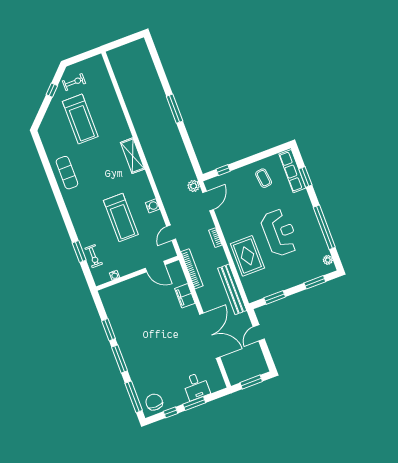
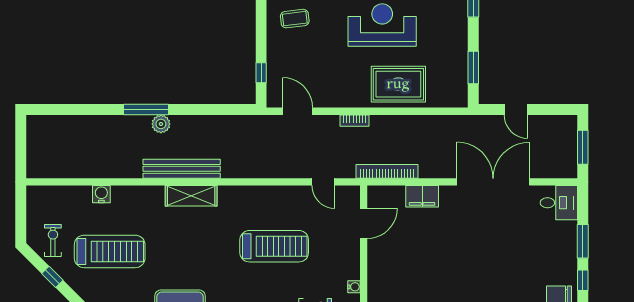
plant: (194, 186) -> (161, 124), moved
water cooler: (153, 206) -> (101, 194), moved
bench: (232, 289) -> (182, 169), moved
desk: (196, 386) -> (559, 203), moved

